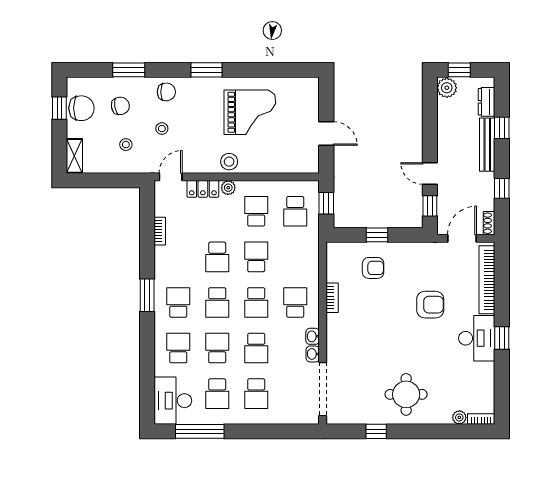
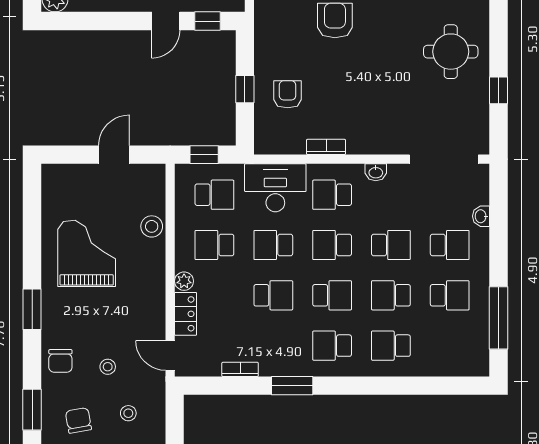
chair: (166, 92) -> (60, 361), turned 180
stool: (229, 162) -> (152, 226), moved
window: (147, 295) -> (292, 386), moved
school desk: (256, 302) -> (332, 245), turned 180
washbasin: (313, 354) -> (481, 216), moved, turned 90
desk: (173, 401) -> (275, 188), moved, turned 180

